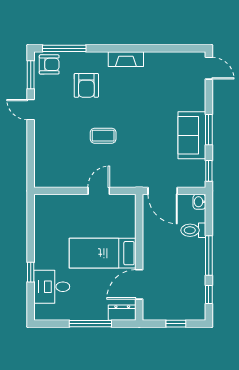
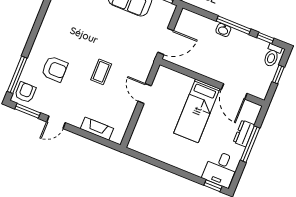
fireplace: (126, 59) -> (97, 129), moved, turned -90
washbasin: (199, 202) -> (223, 30), moved
toilet: (193, 230) -> (272, 55), moved
window: (31, 272) -> (213, 186), moved
desk: (52, 287) -> (221, 169), moved
dresser: (122, 313) -> (244, 133), moved

